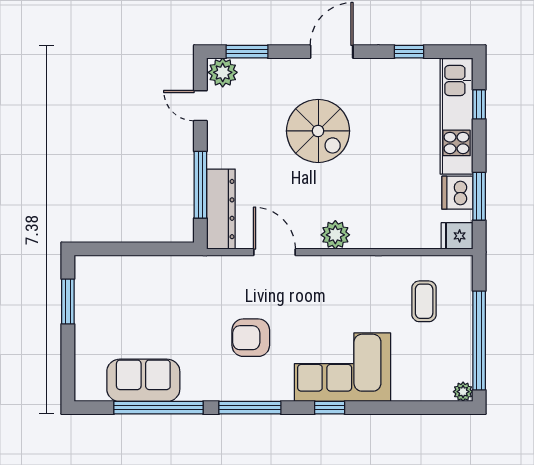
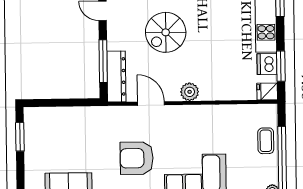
spiral stairs: (318, 131) -> (166, 32), moved, turned 90
coffee table: (424, 301) -> (266, 141), moved
armchair: (251, 338) -> (137, 158), width x1.36, depth x1.36

